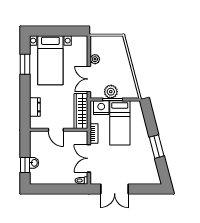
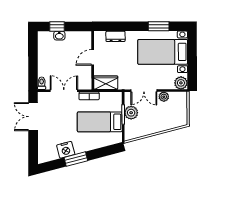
plant: (81, 42) -> (181, 83), added
double door: (89, 79) -> (144, 91), swing flipped
nightstand: (101, 108) -> (66, 150), moved, turned 75
wardrobe: (81, 111) -> (106, 83), width x0.67

